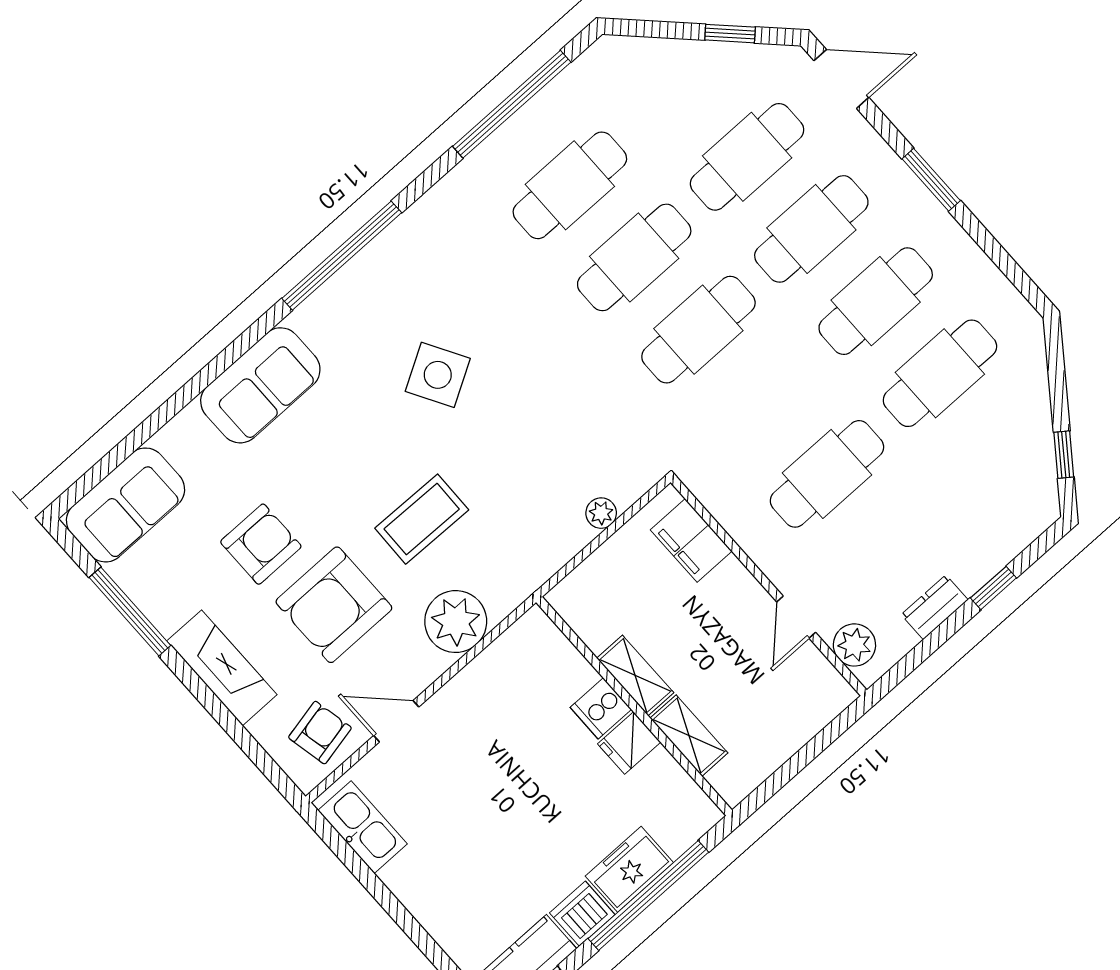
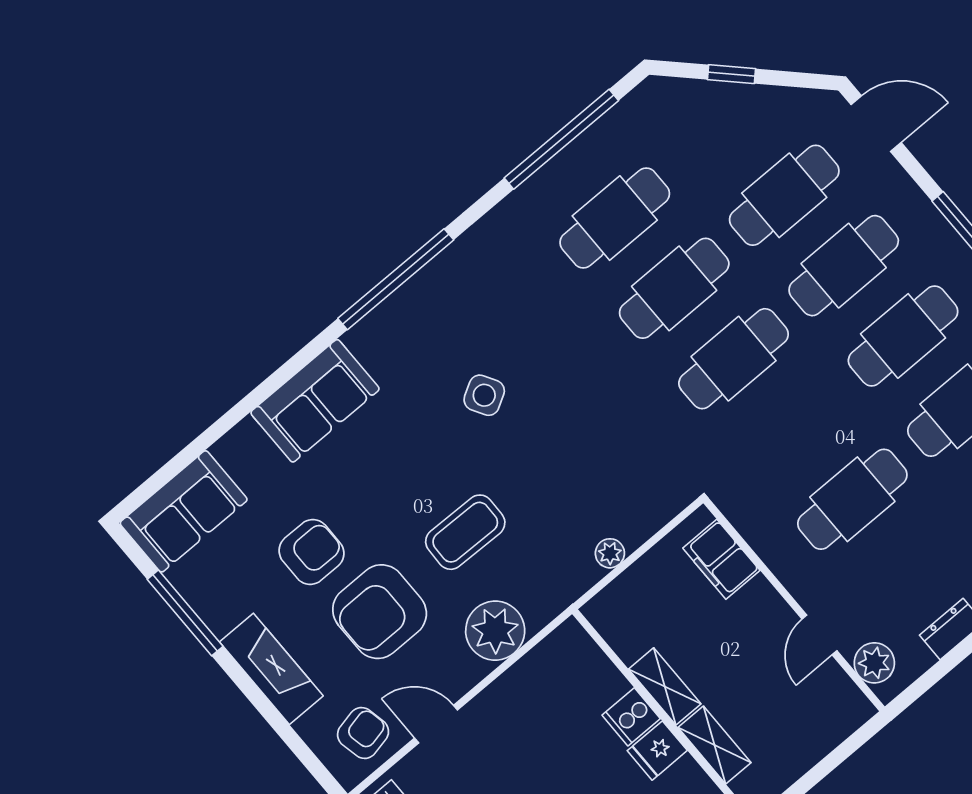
window: (730, 34) -> (732, 74), moved
side table: (438, 375) -> (484, 395), width x0.73, depth x0.73
plant: (601, 513) -> (610, 553), moved

